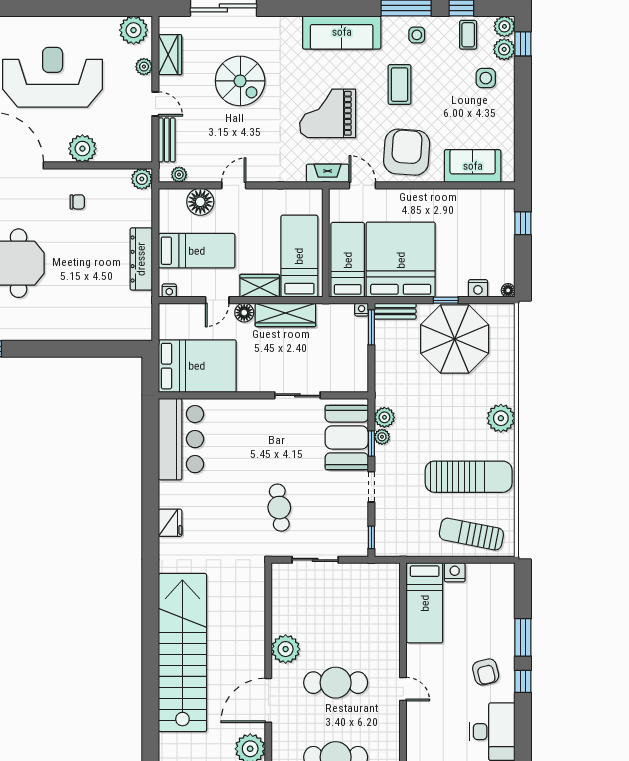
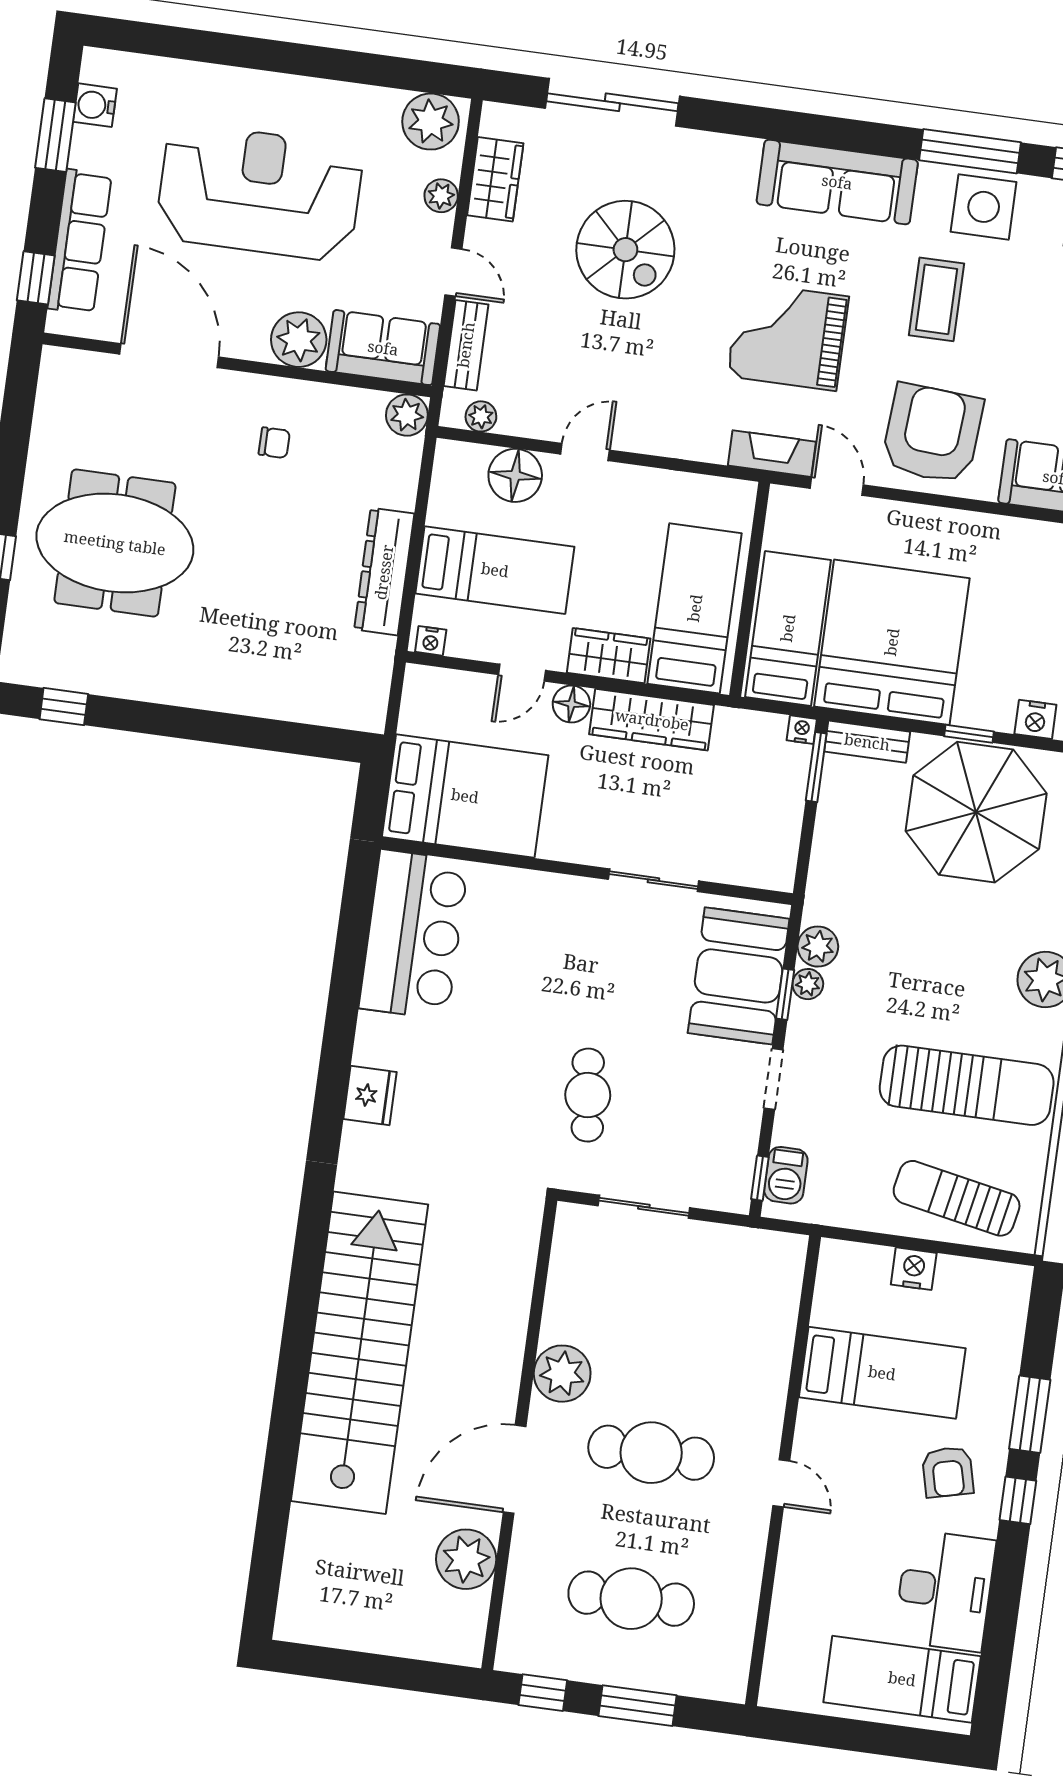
side table: (417, 35) -> (984, 207), width x1.87, depth x1.87
sofa: (125, 147) -> (383, 348), added
barbecue: (384, 534) -> (786, 1175), added
bed: (425, 603) -> (882, 1373), moved, turned -90

